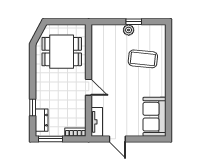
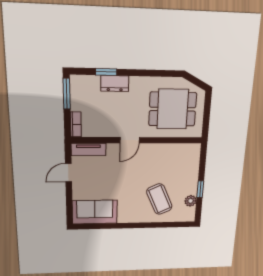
plant: (129, 30) -> (191, 201), moved
dining table: (62, 52) -> (173, 109), turned 90
coffee table: (143, 59) -> (159, 199), turned -30
dresser: (42, 120) -> (115, 84), moved

